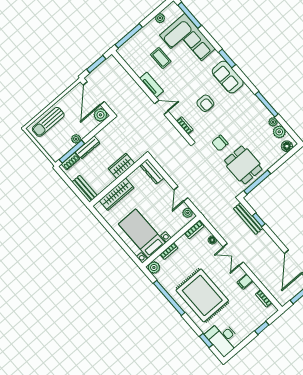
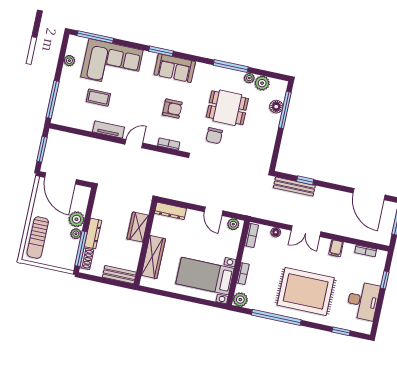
plant: (100, 115) -> (77, 219), moved
floor lamp: (287, 146) -> (276, 107), moved
dining table: (243, 165) -> (227, 108), moved
window: (257, 182) -> (285, 110), moved
desk: (223, 338) -> (363, 301), moved, turned -90

